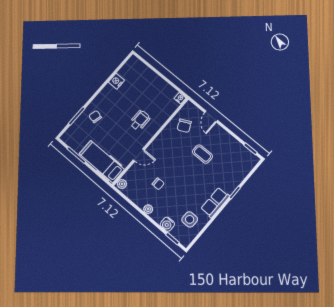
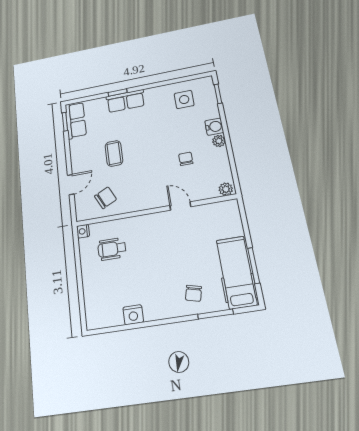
wheelchair: (140, 120) -> (112, 249), moved
row of seats: (245, 155) -> (76, 120), added
hospital bed: (102, 162) -> (237, 272), moved, turned 180
row of seats: (215, 202) -> (126, 101), moved
water cooler: (167, 224) -> (214, 127), moved

